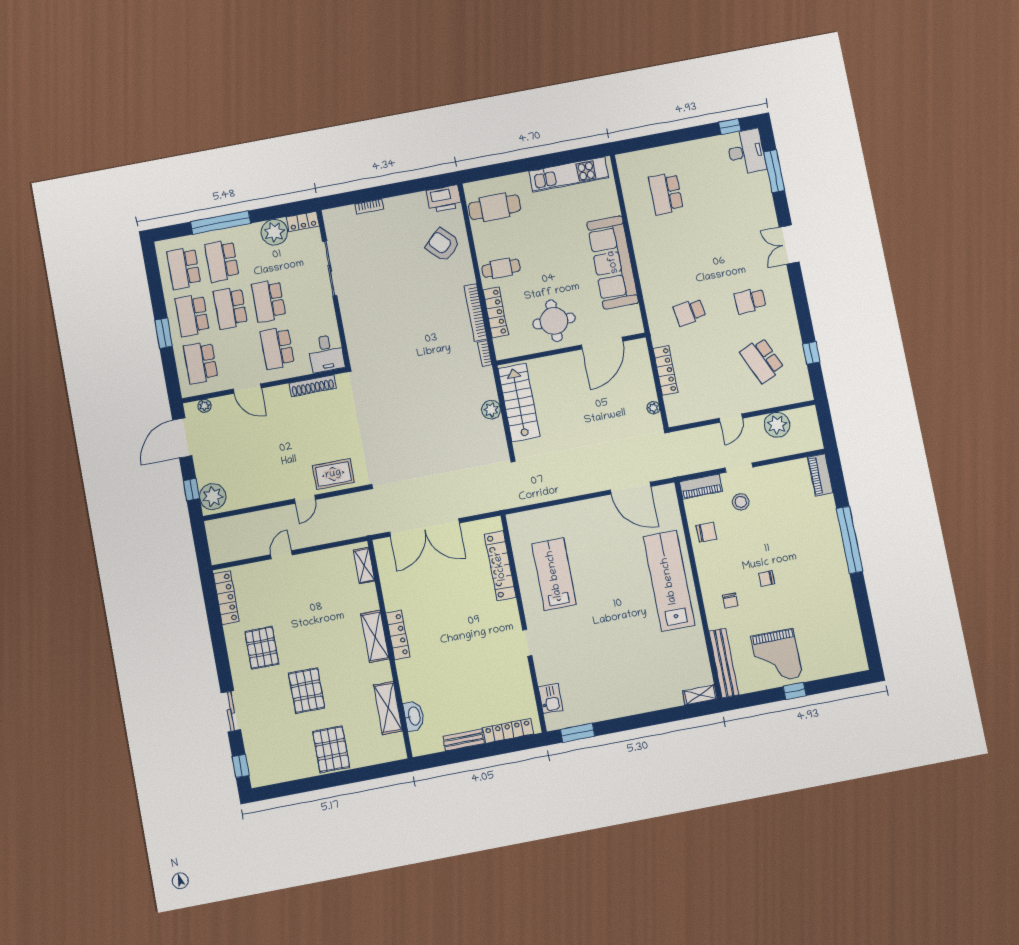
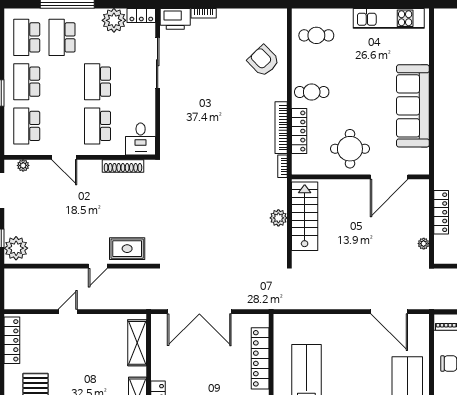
printer: (444, 199) -> (175, 19), moved
cafe table: (495, 207) -> (316, 35), width x0.73, depth x0.74
school desk: (230, 308) -> (62, 82), removed
shelving: (364, 566) -> (137, 343), width x1.50, depth x1.33

